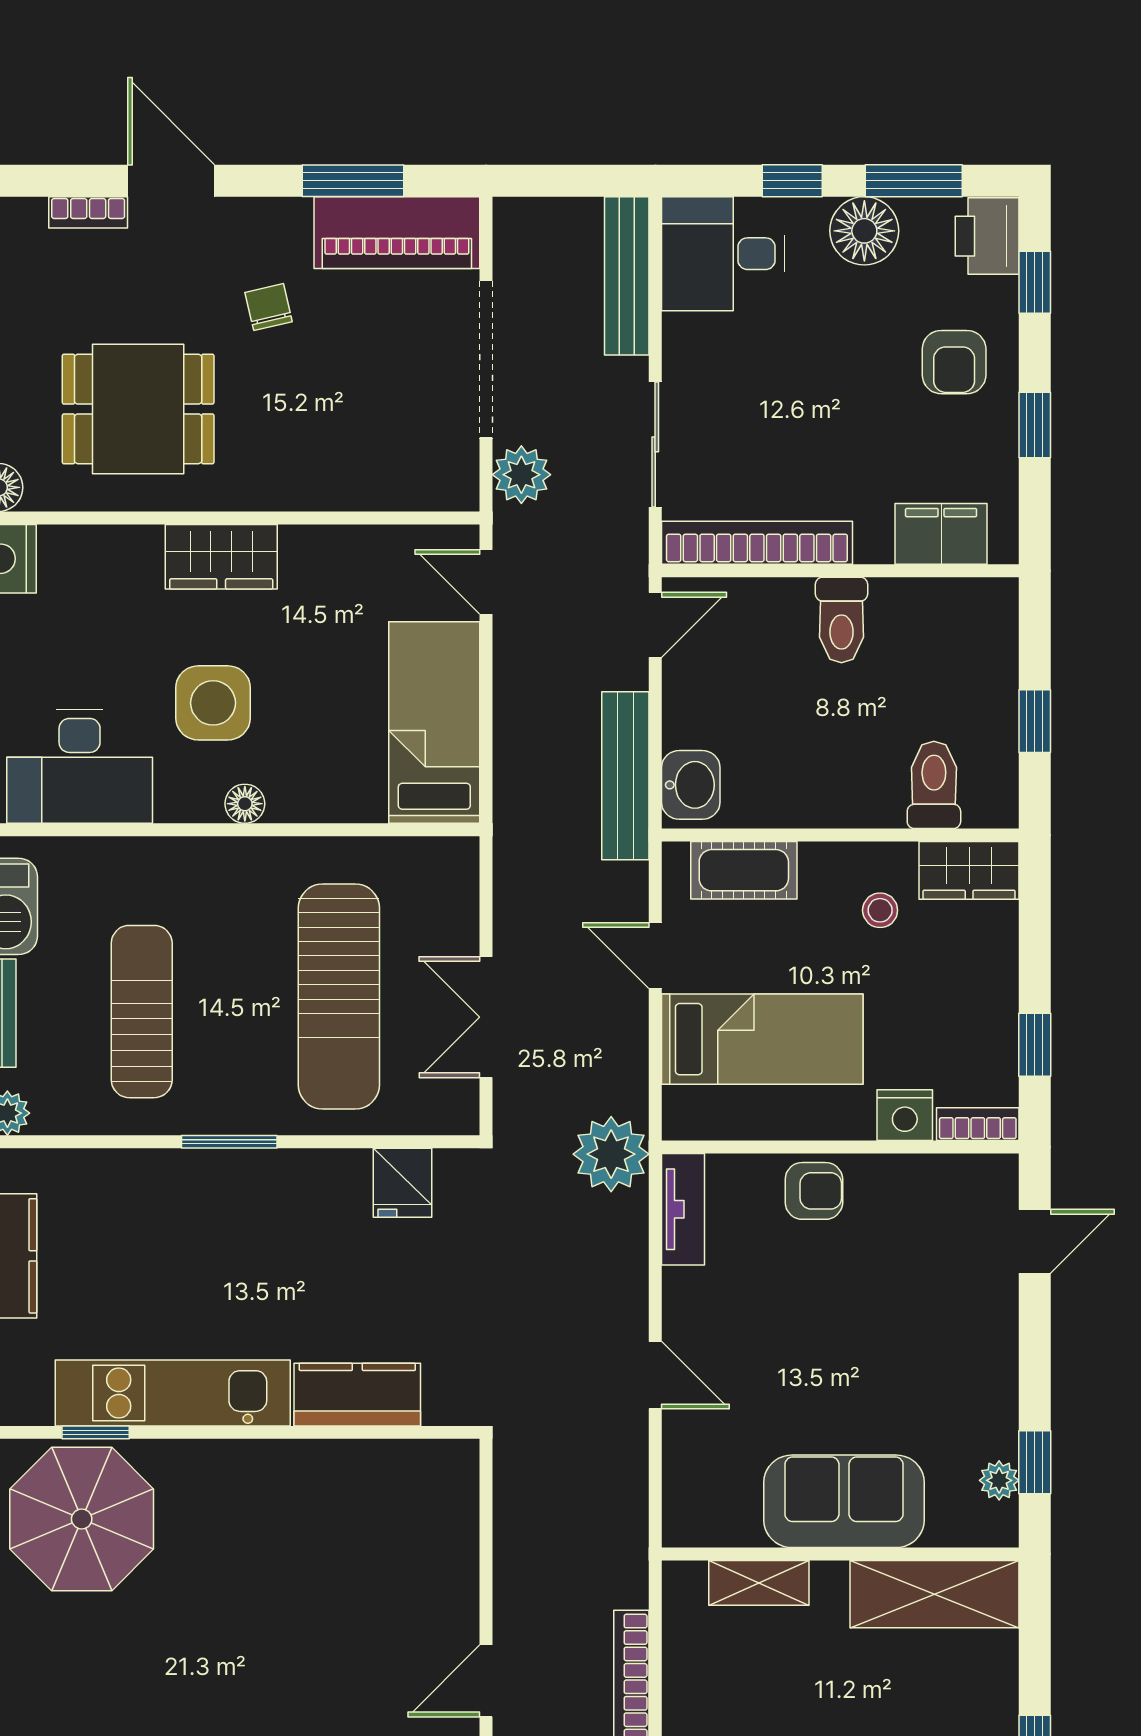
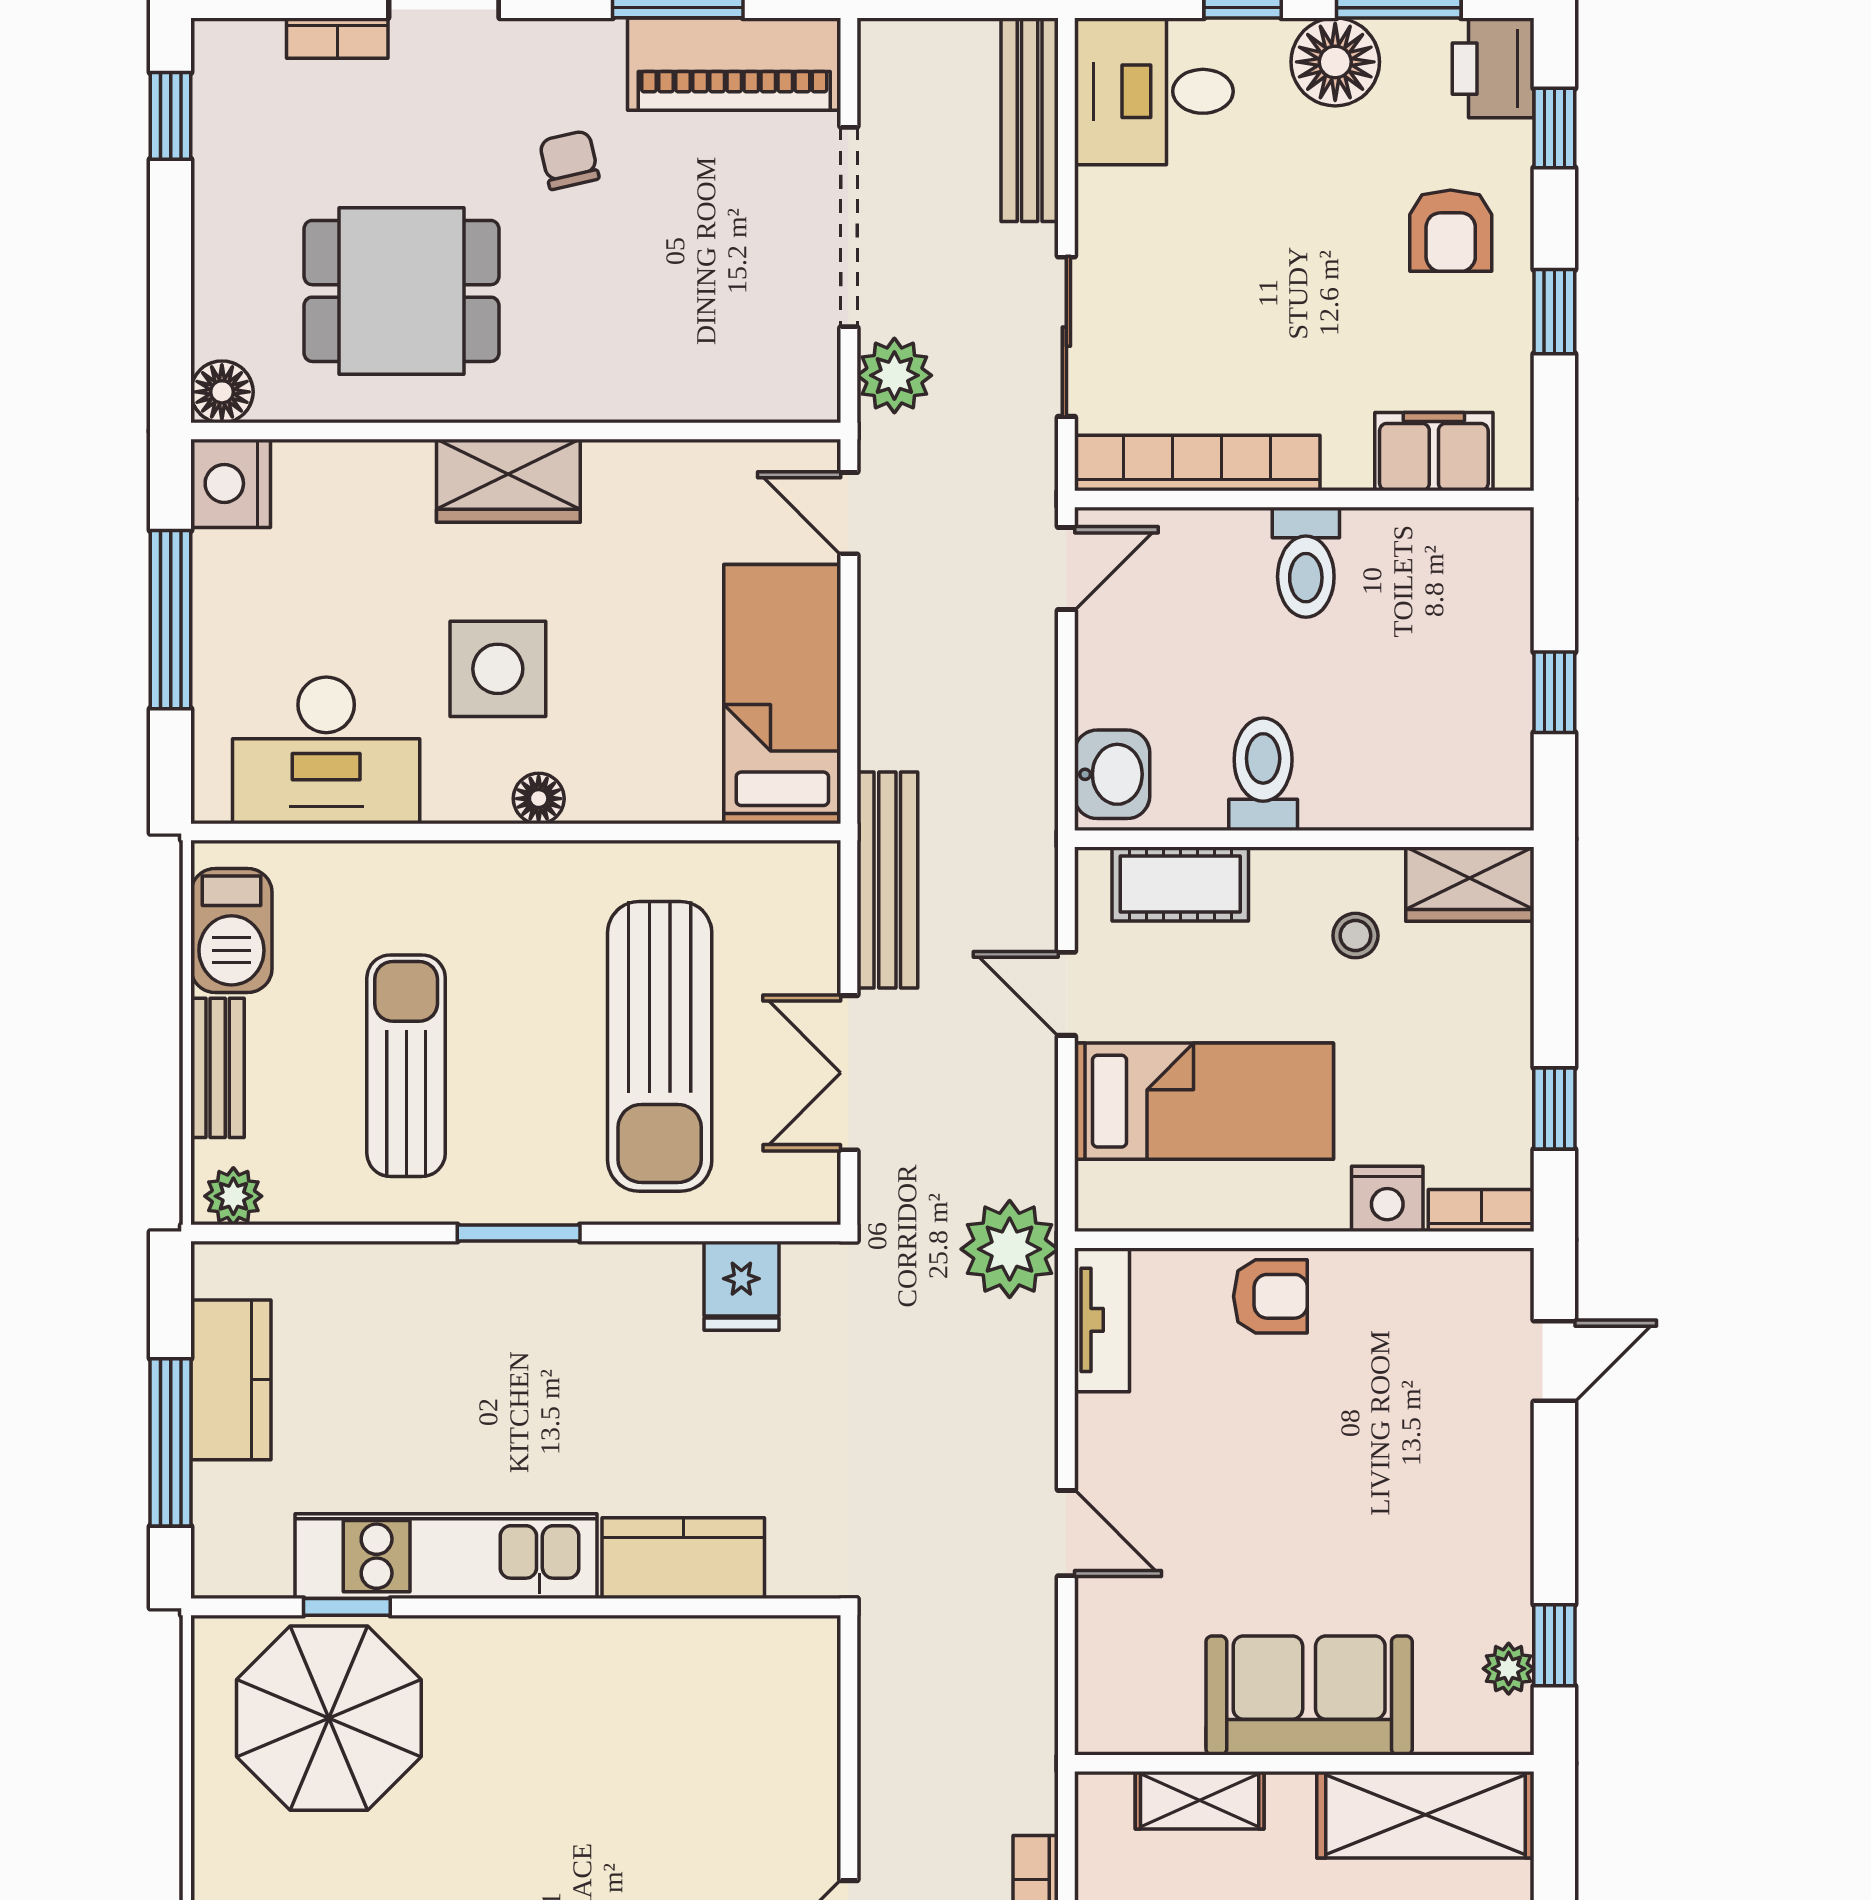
bench: (625, 776) -> (887, 880), moved
toilet: (934, 785) -> (1263, 774), moved

